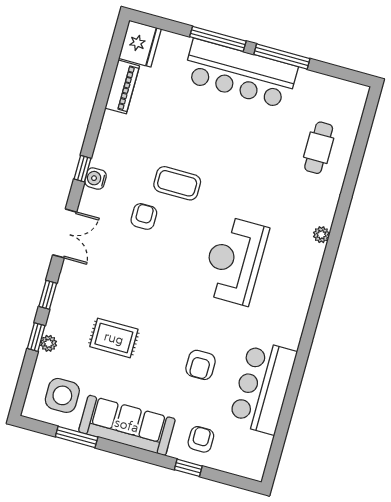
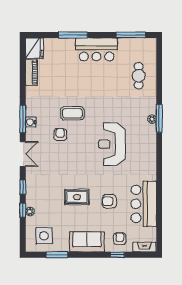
window: (282, 57) -> (131, 35), moved
bar counter: (240, 74) -> (96, 49), width x0.73
window: (83, 169) -> (23, 119), width x2.17
window: (335, 237) -> (159, 118), added
rug: (114, 338) -> (77, 197), moved
armchair: (201, 365) -> (109, 201), turned 90
sofa: (127, 425) -> (87, 242), width x0.73
fireplace: (242, 467) -> (144, 247), added

